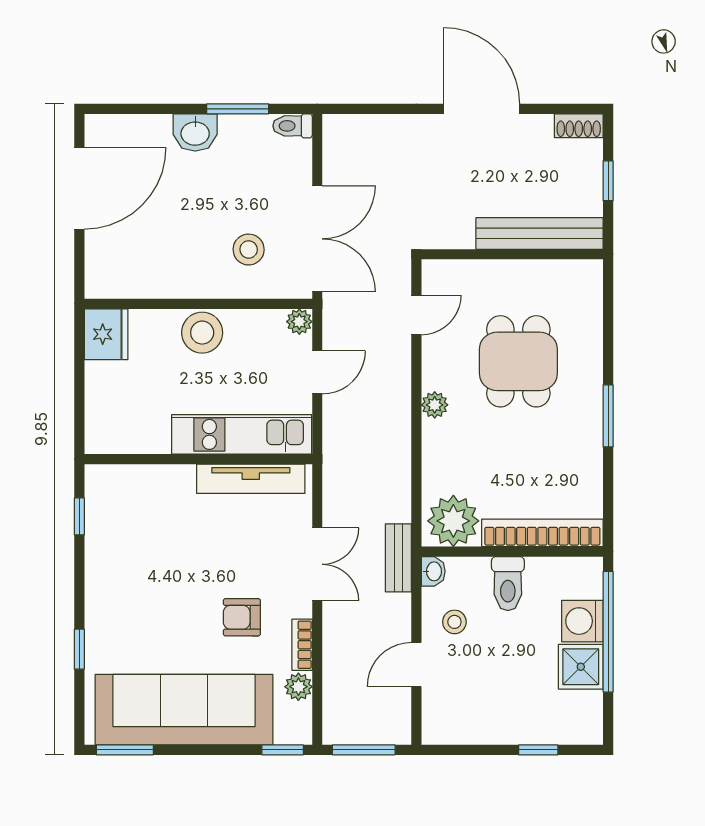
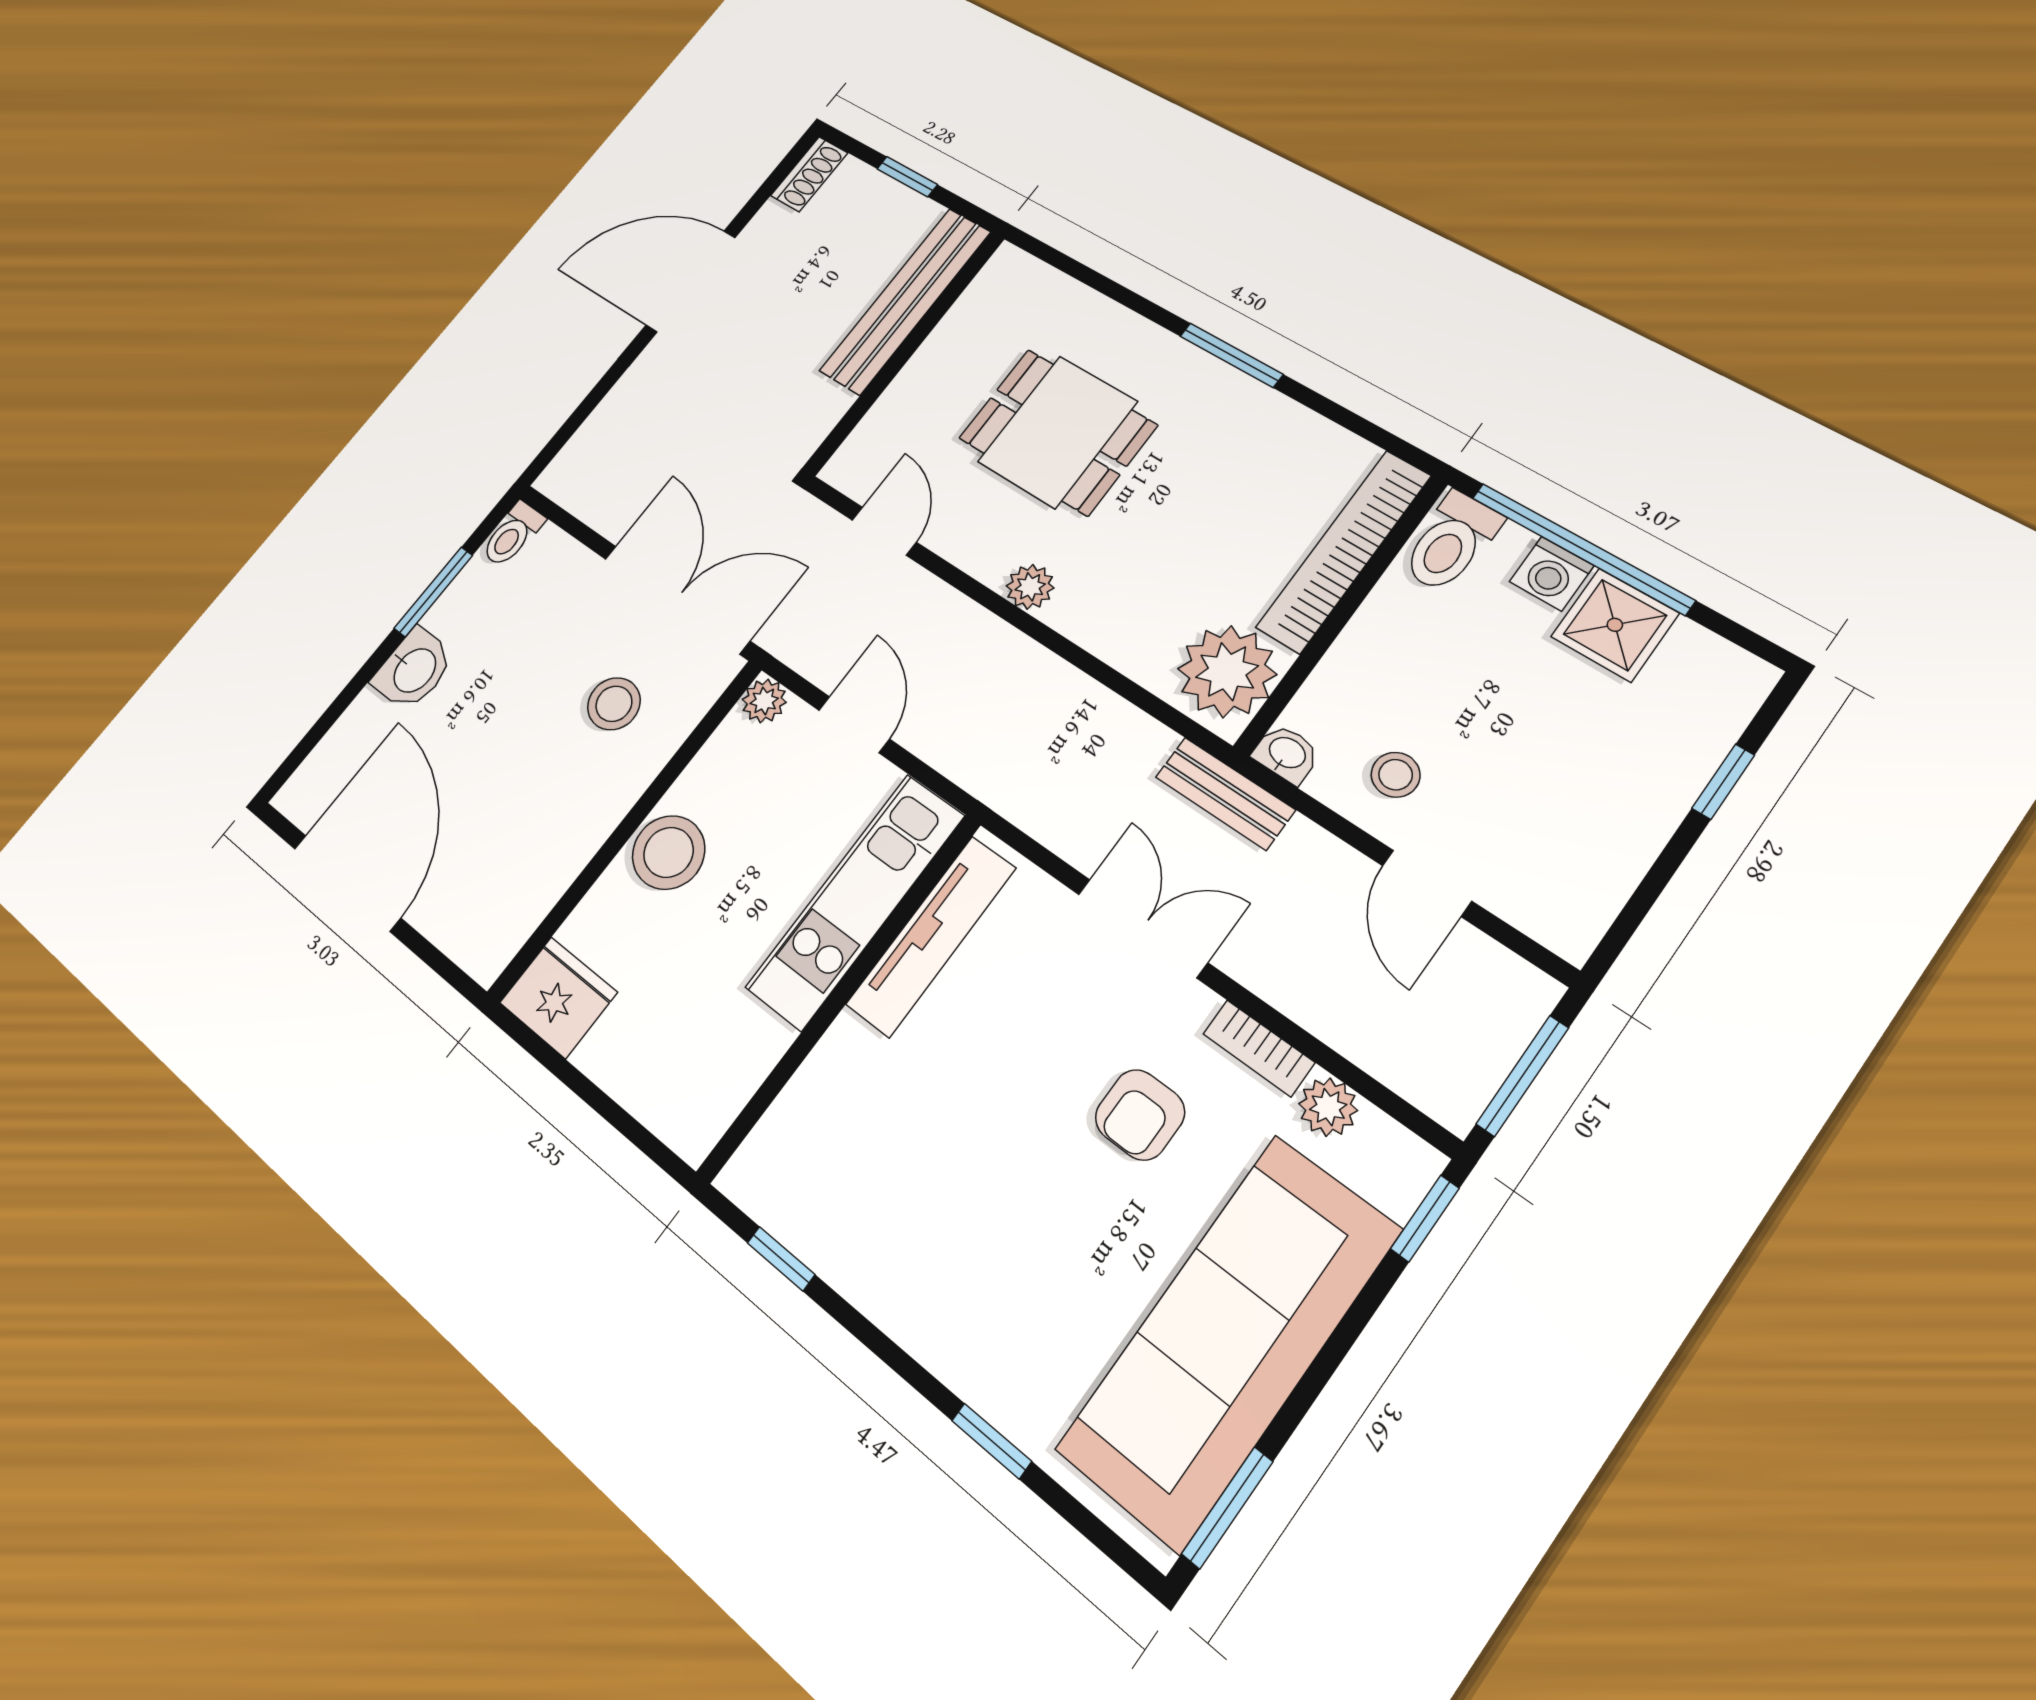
toilet: (508, 584) -> (1451, 542), moved, turned 90
washing machine: (582, 621) -> (1552, 574), width x0.73, depth x0.73

